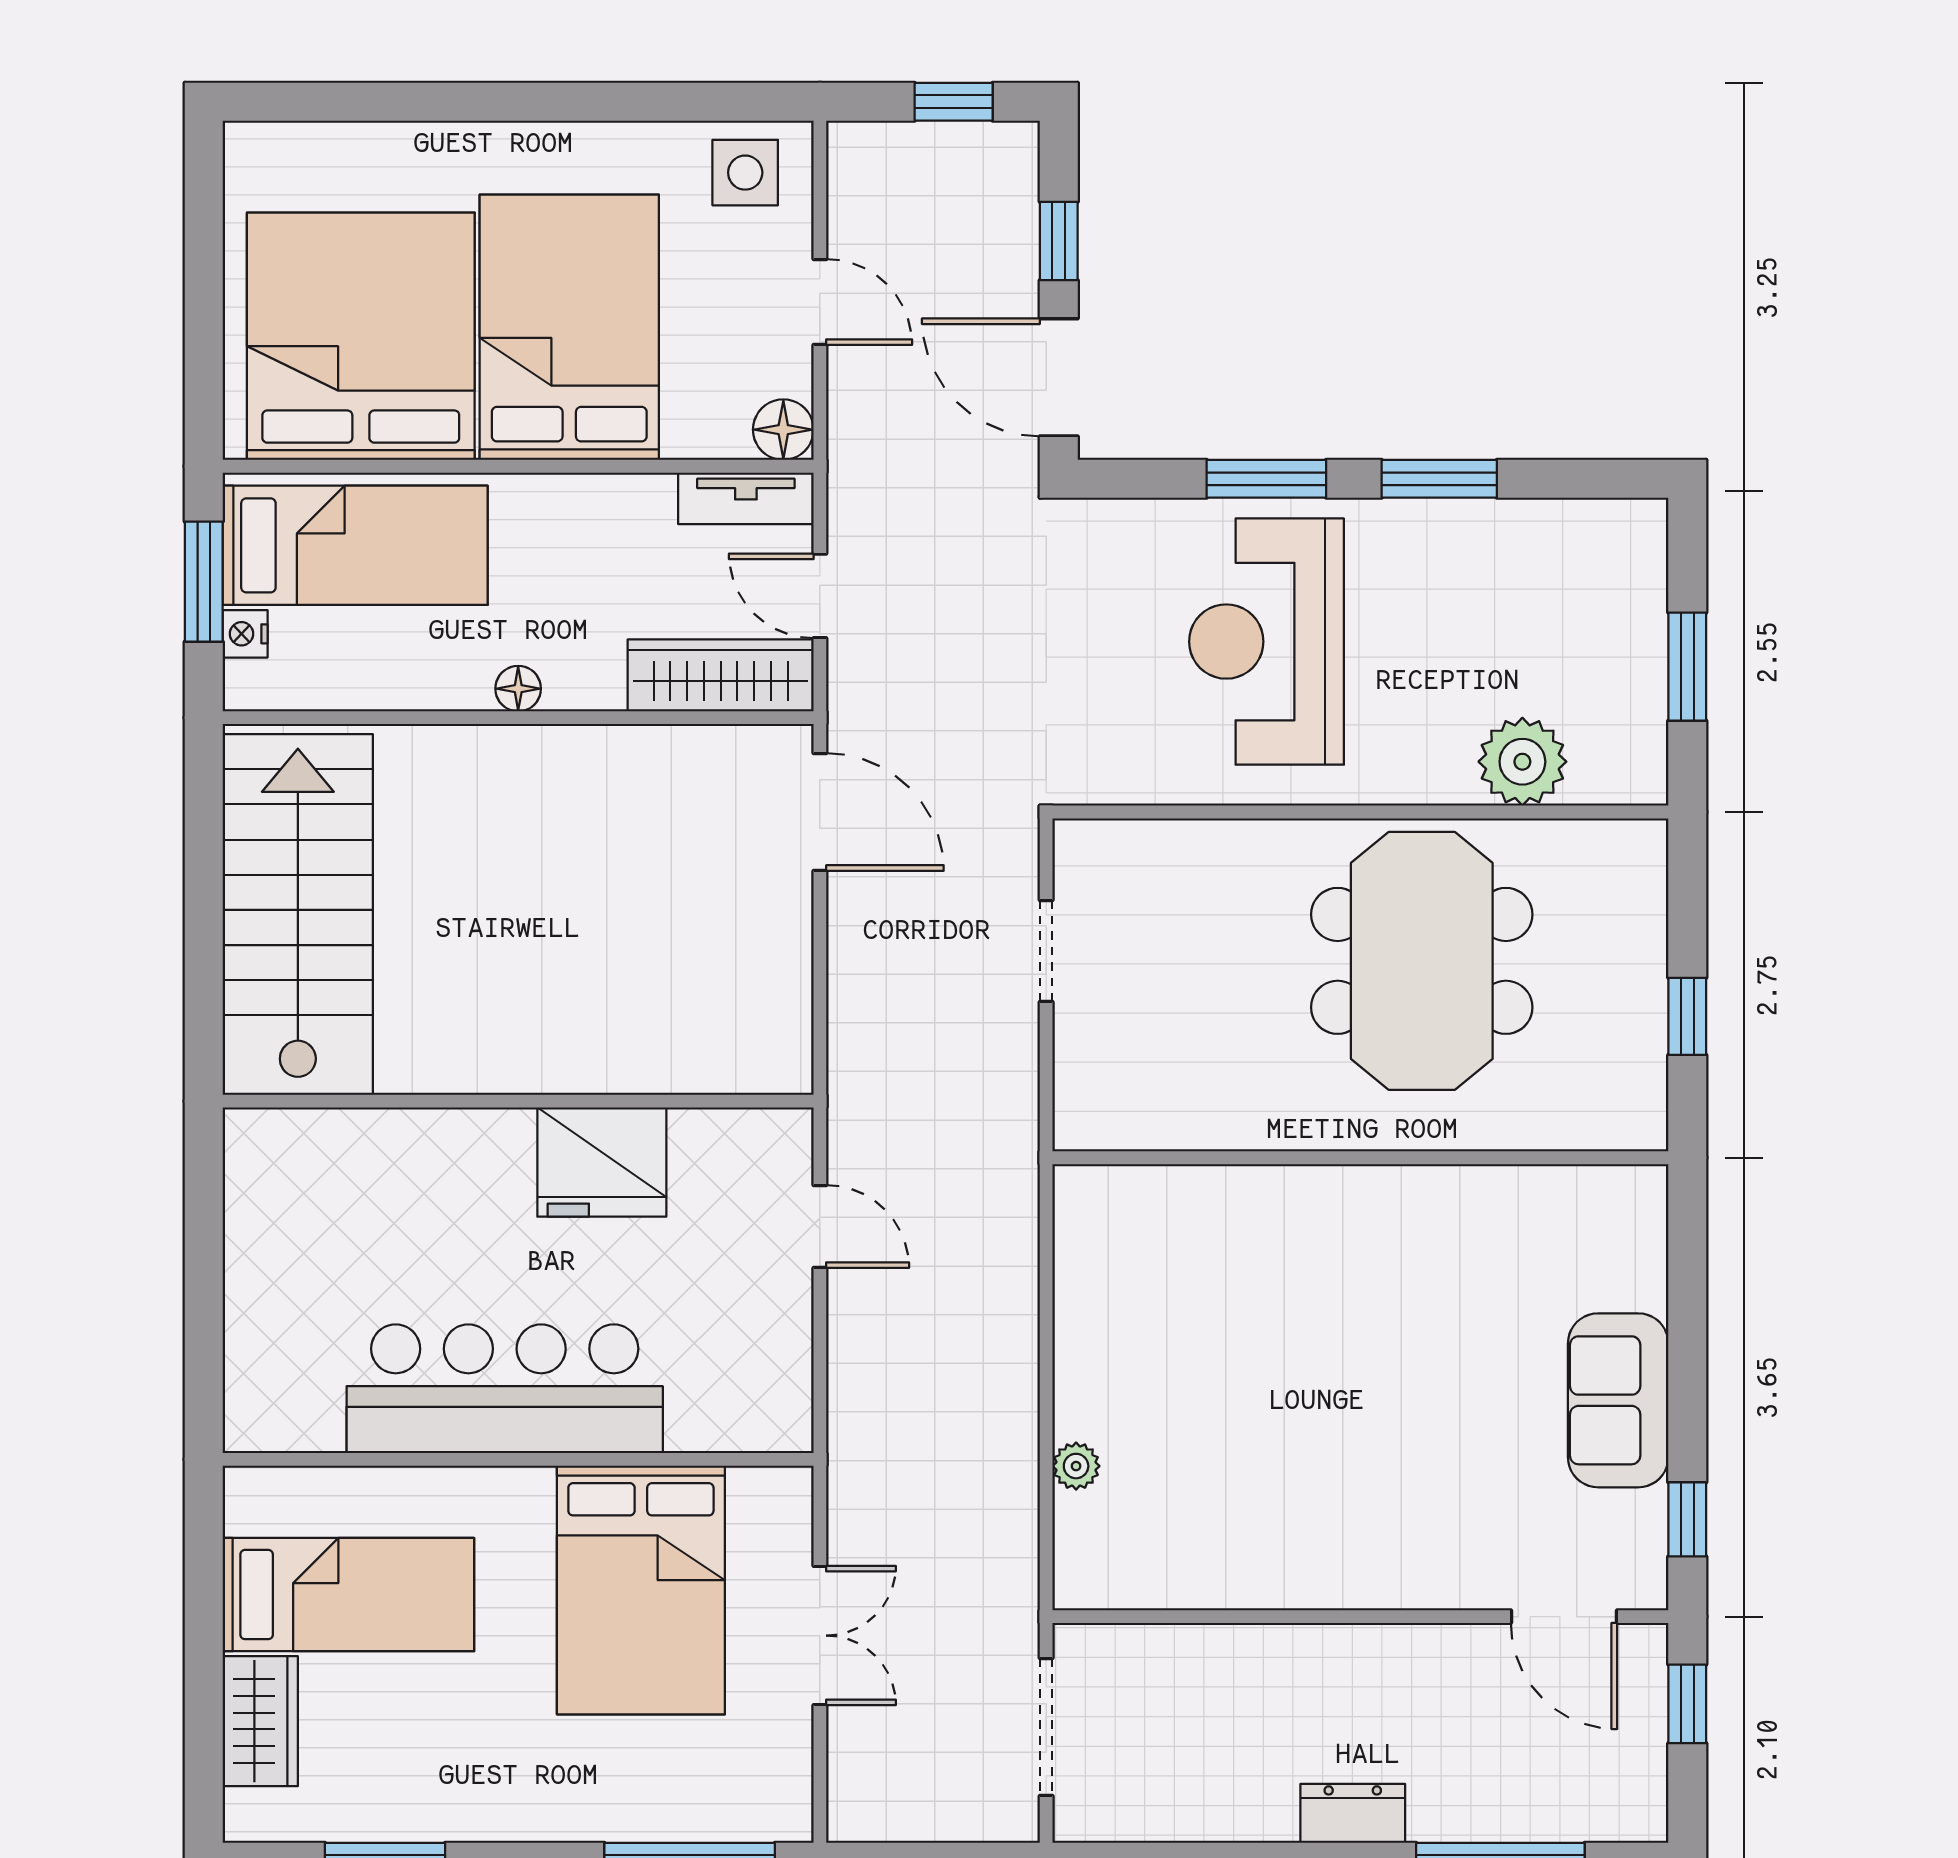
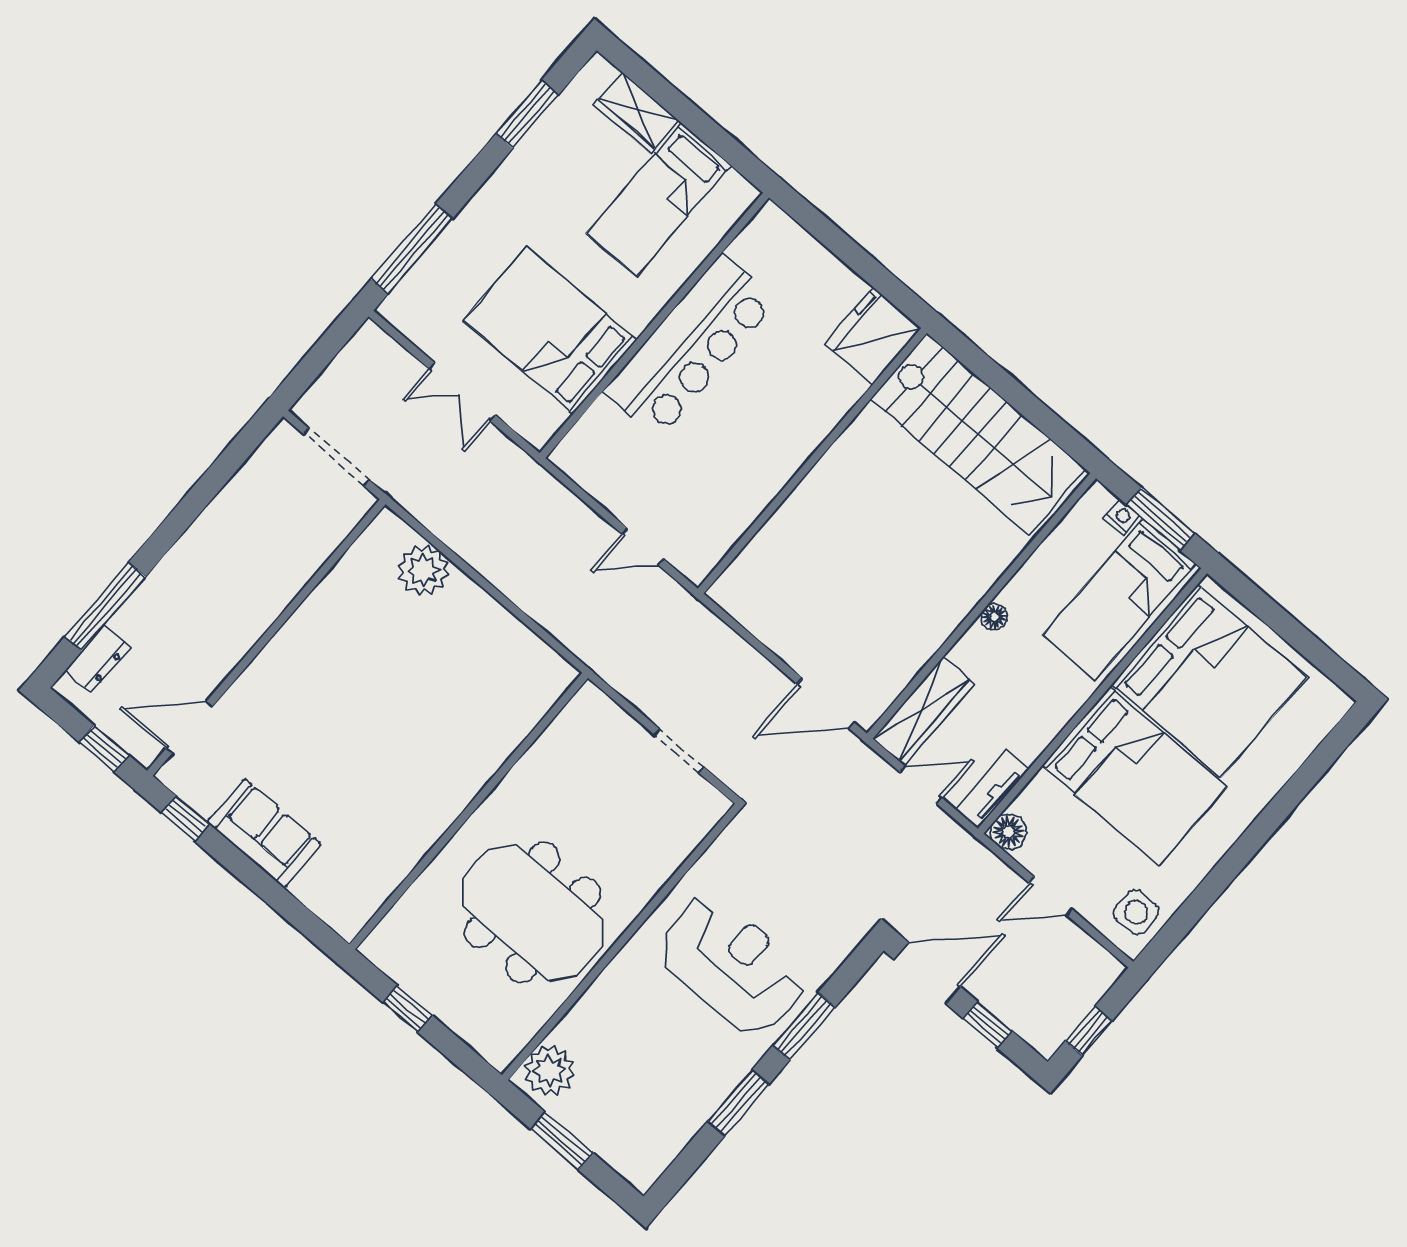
plant: (1522, 762) -> (549, 1071), moved
fridge: (602, 1162) -> (873, 336), moved
plant: (1076, 1466) -> (423, 570), width x1.87, depth x1.87
dresser: (1353, 1813) -> (98, 659), moved

